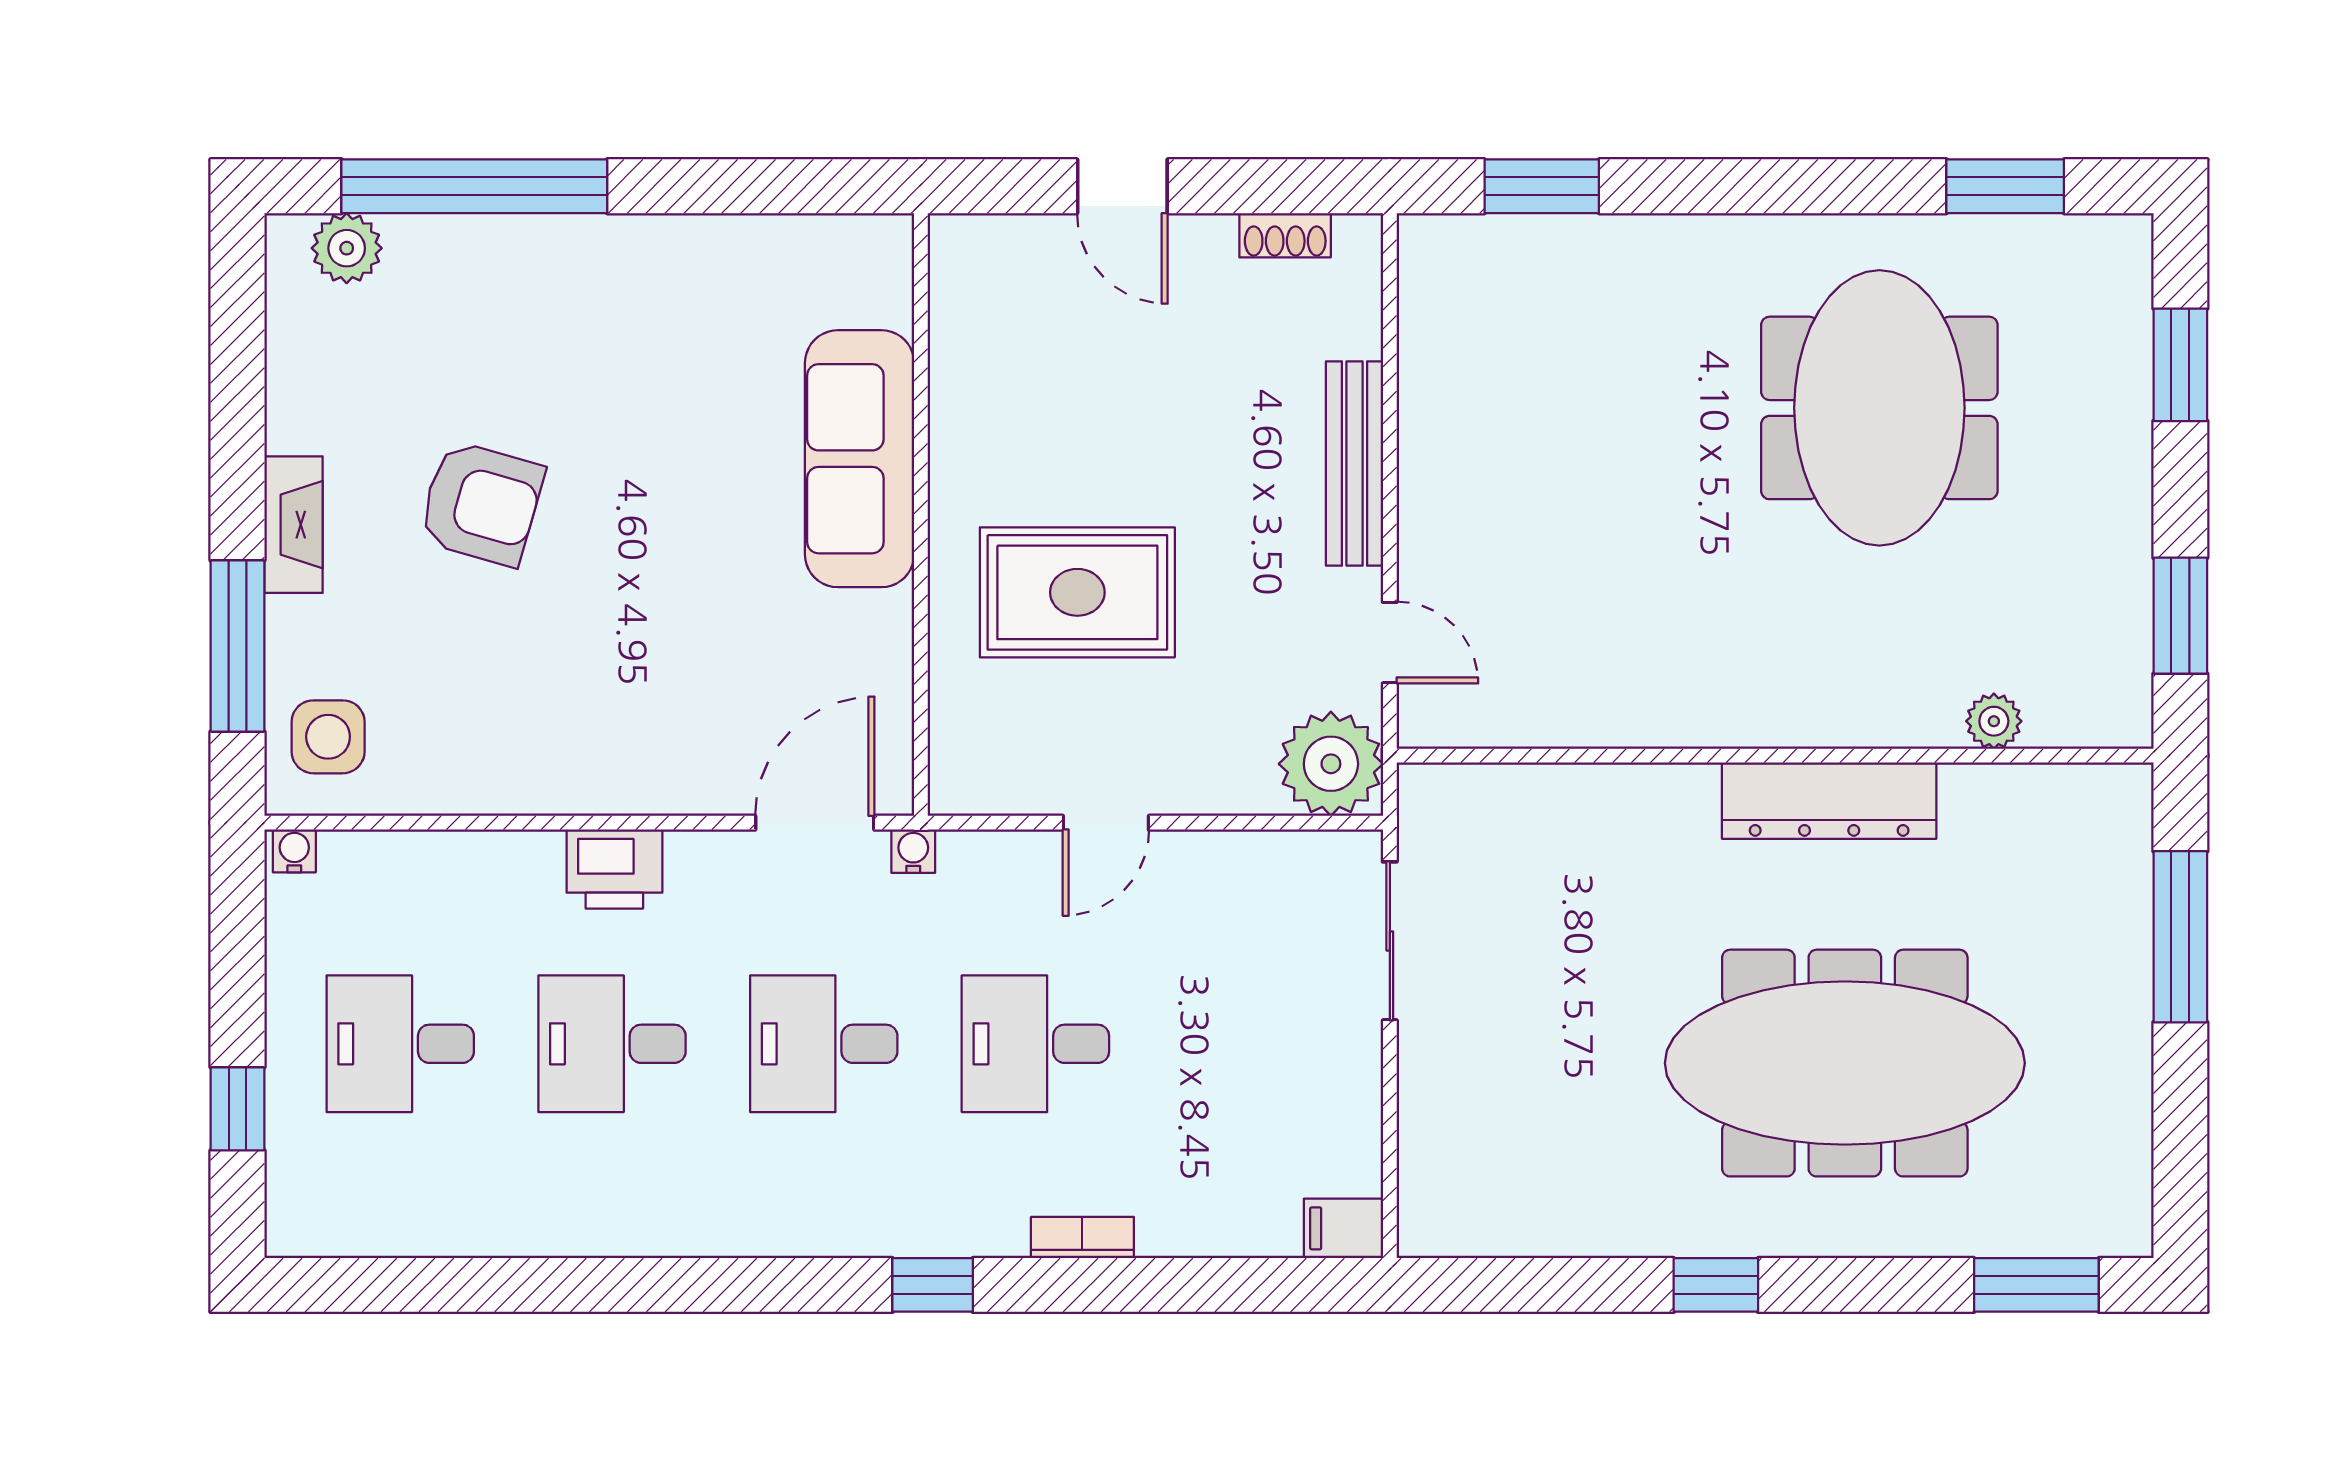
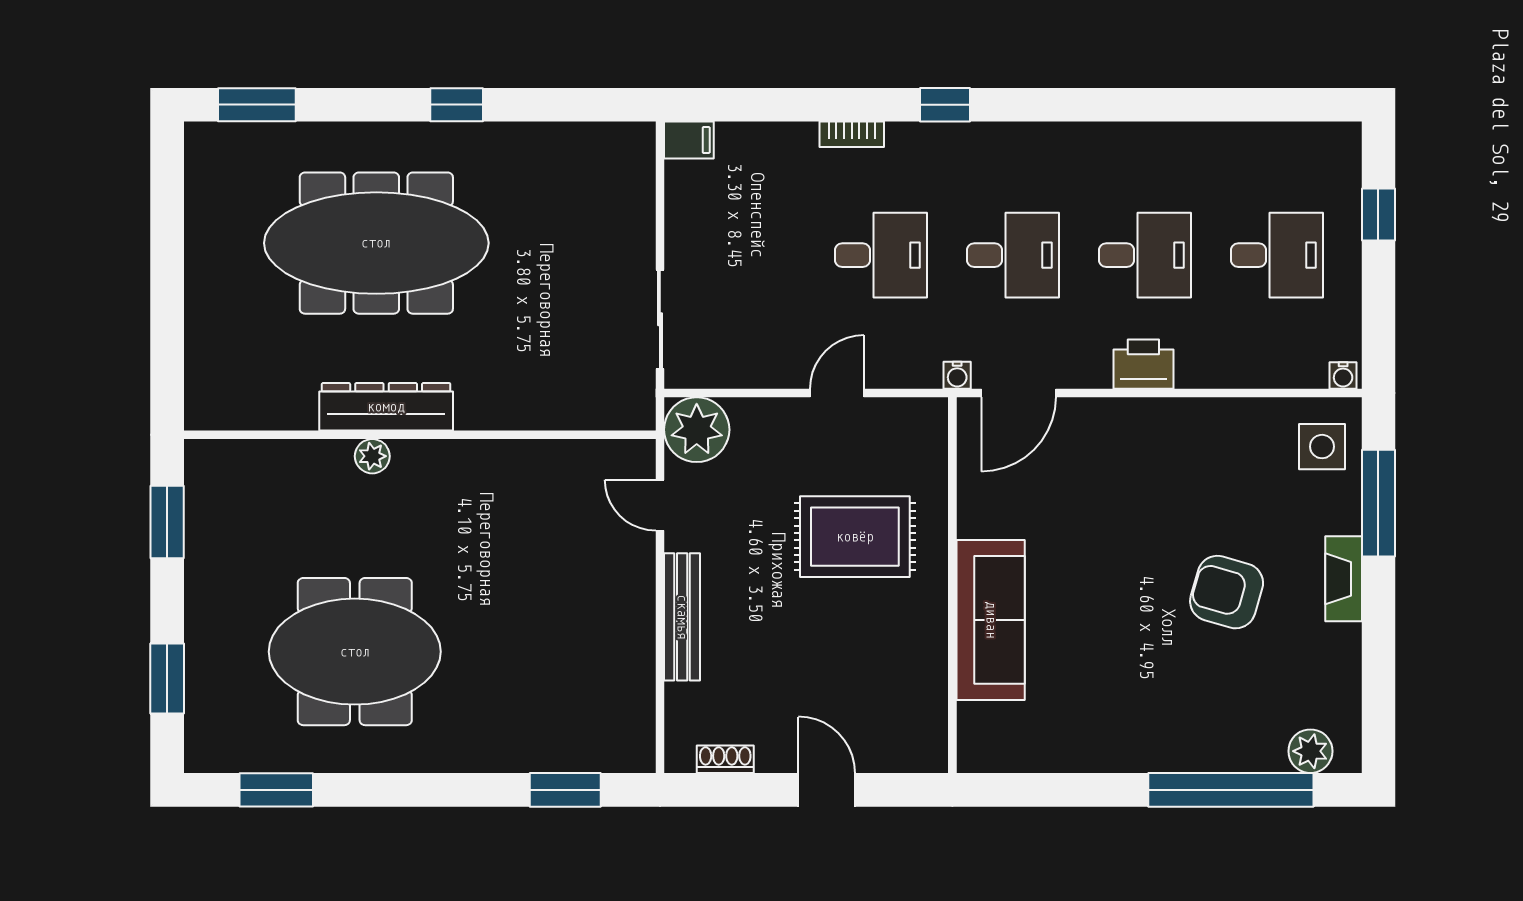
meeting table: (1879, 408) -> (355, 652), turned 90
plant: (1994, 721) -> (372, 456), moved
window: (2180, 937) -> (167, 322), removed

